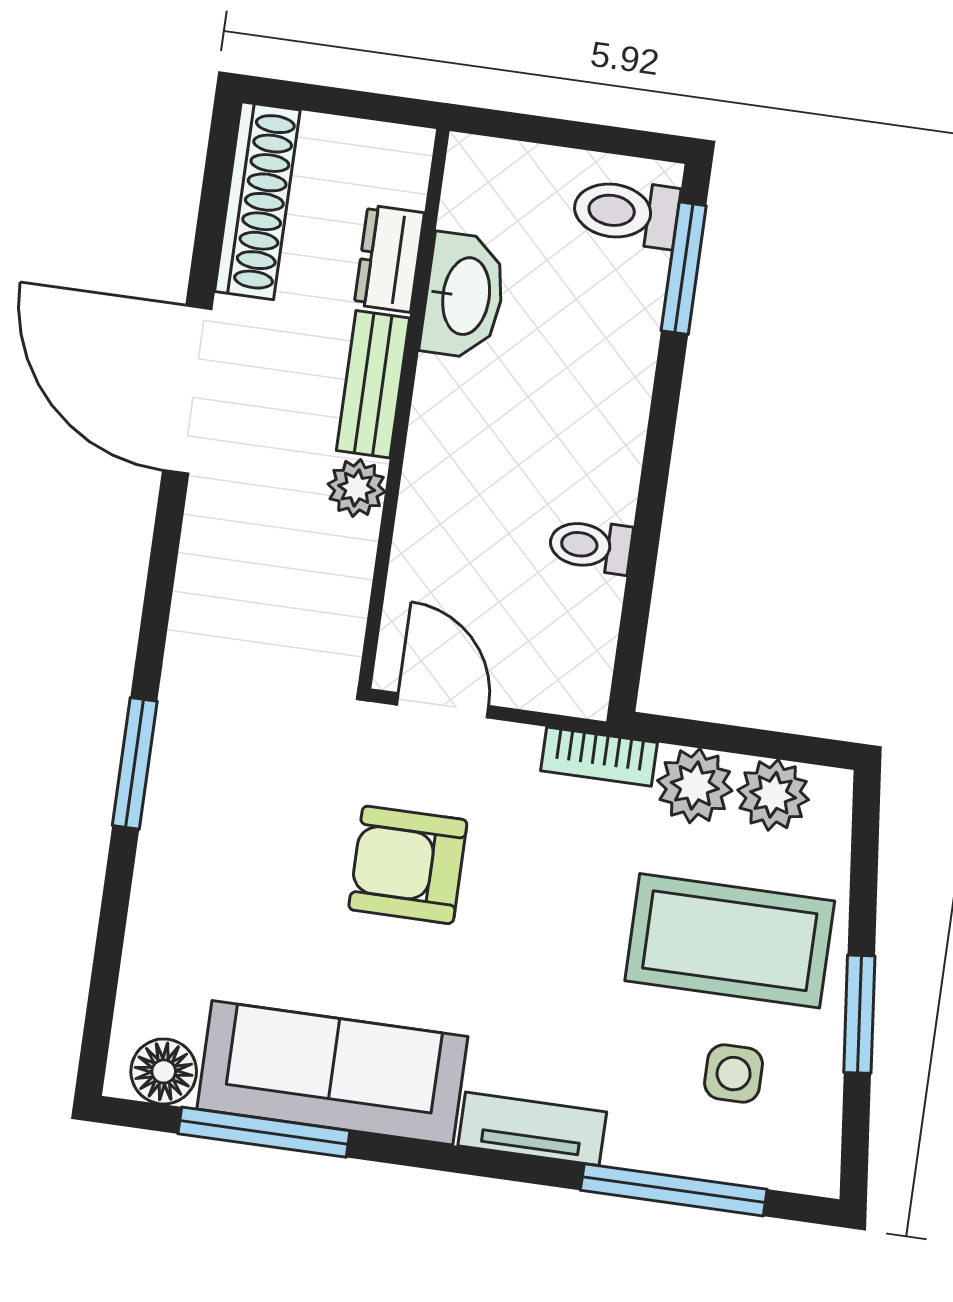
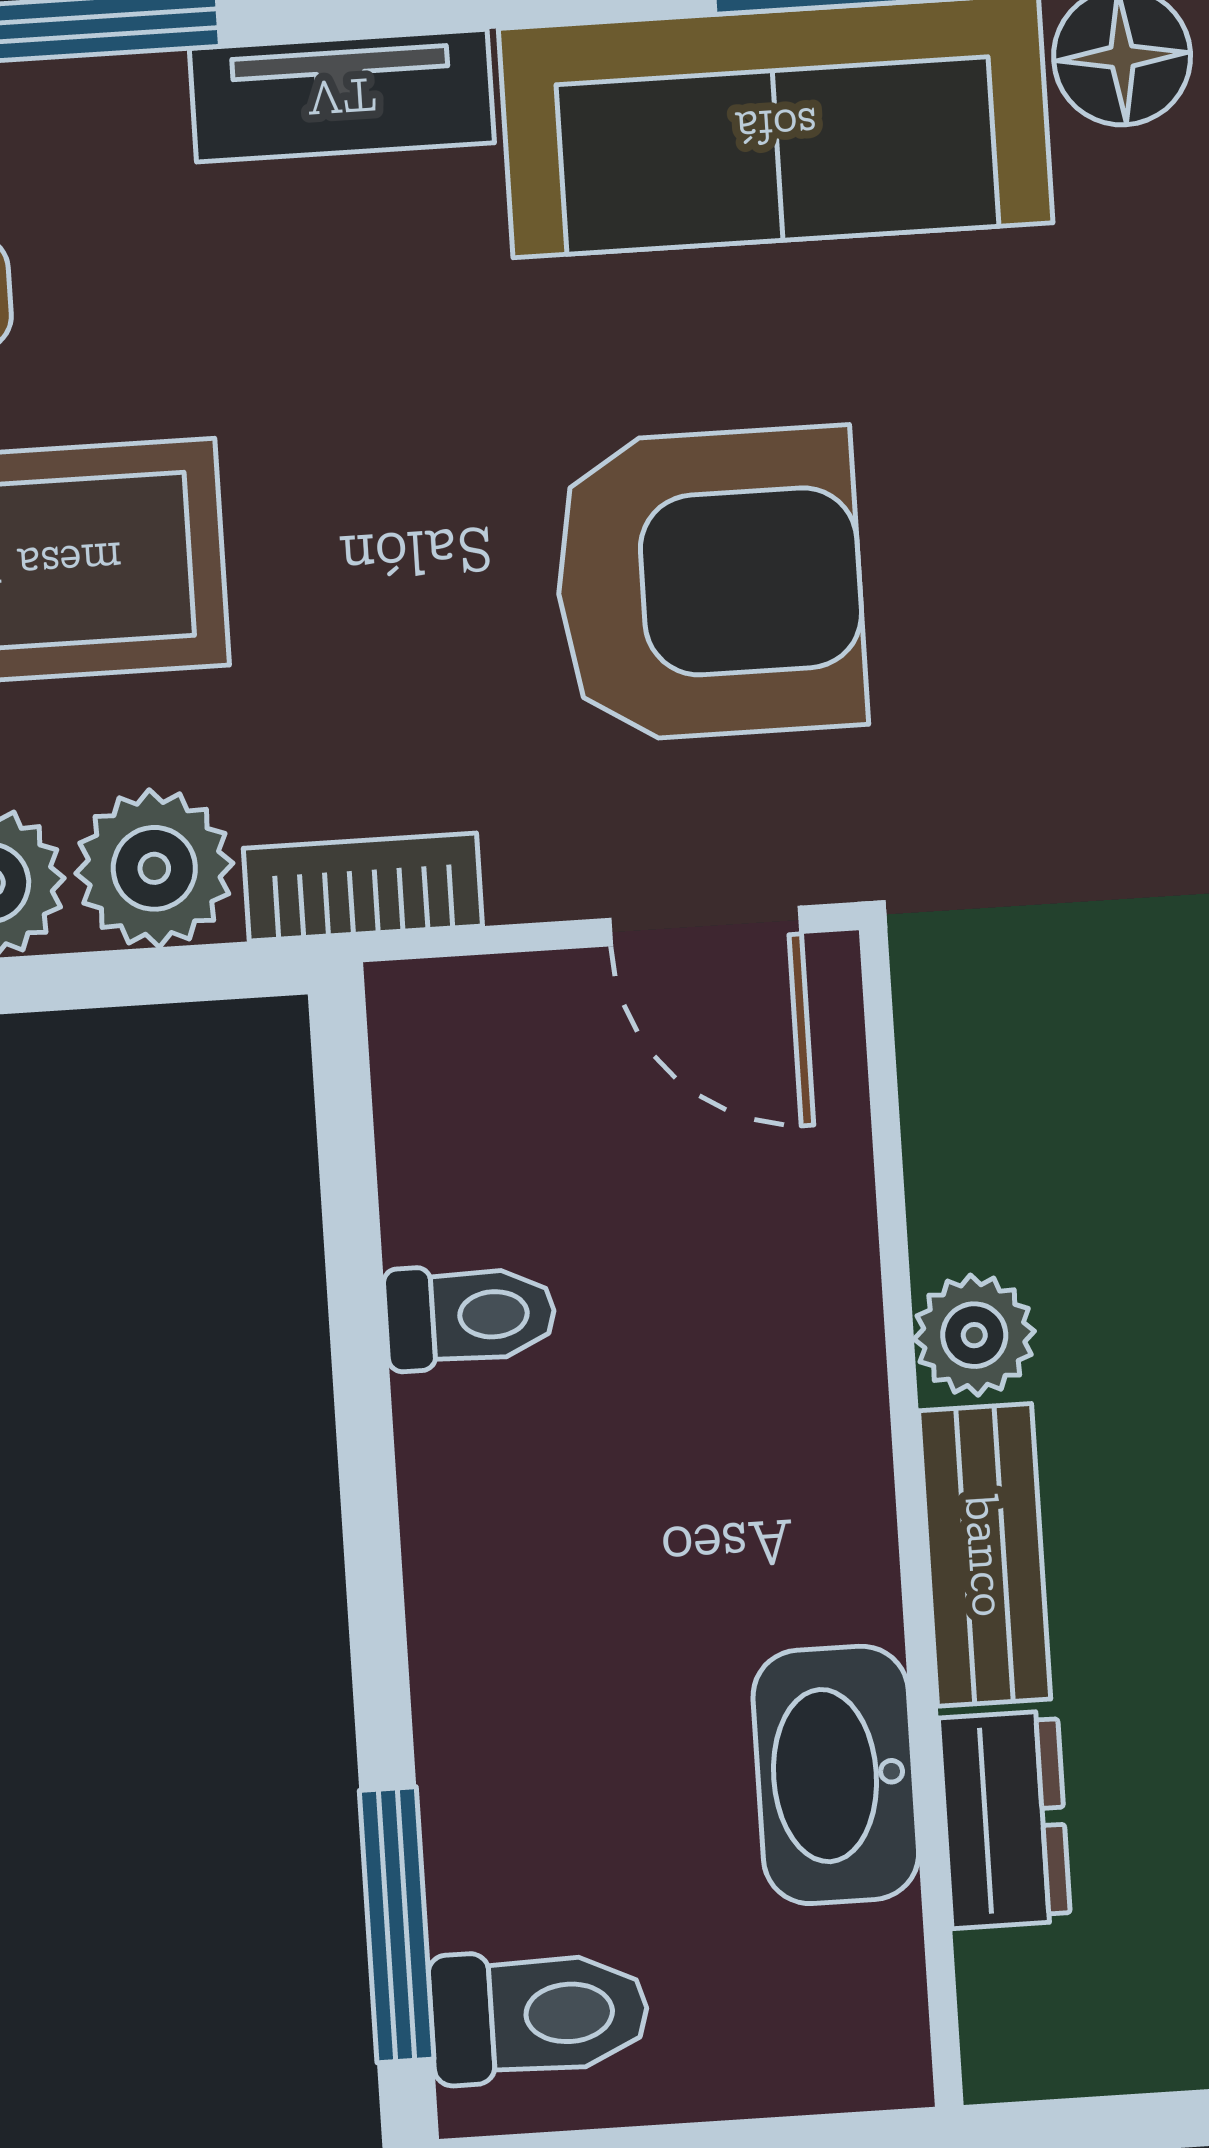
armchair: (408, 865) -> (709, 584), width x1.36, depth x1.36

